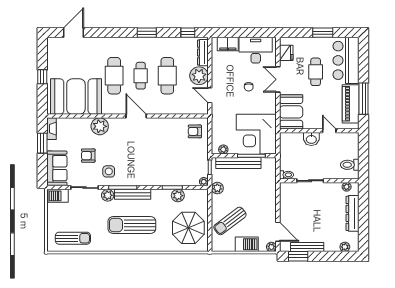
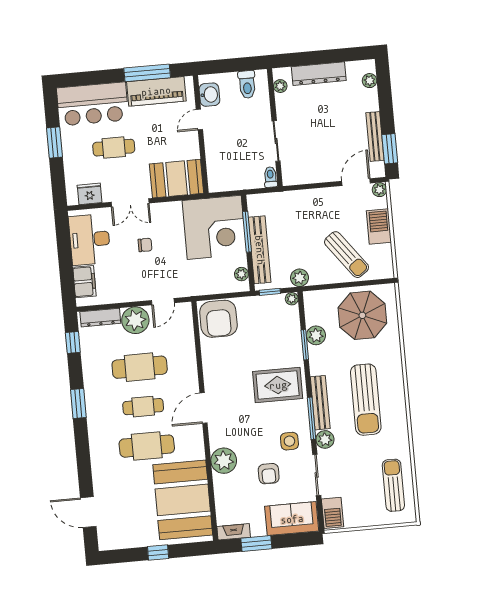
armchair: (195, 131) -> (218, 319), width x1.88, depth x1.88
washbasin: (311, 139) -> (209, 95), moved
rug: (147, 167) -> (278, 385), added

